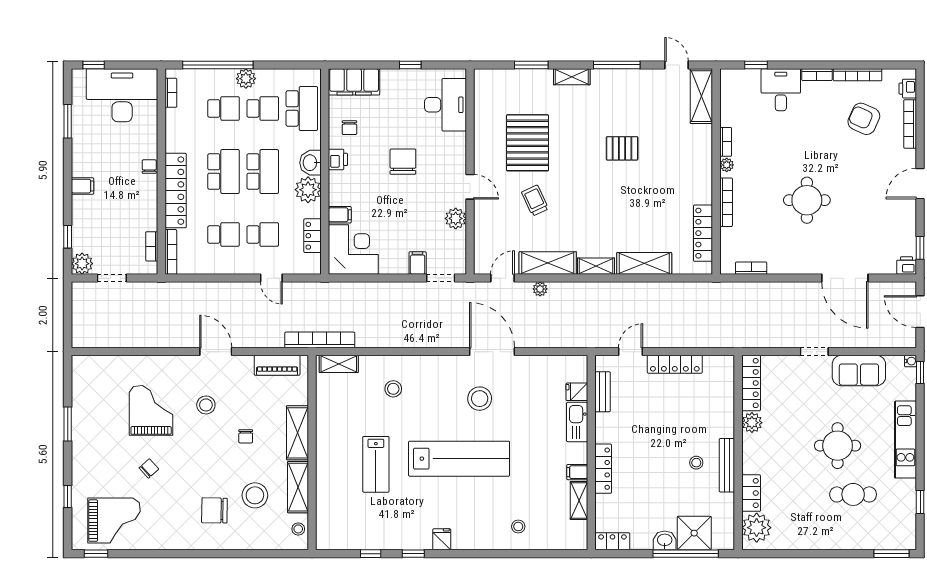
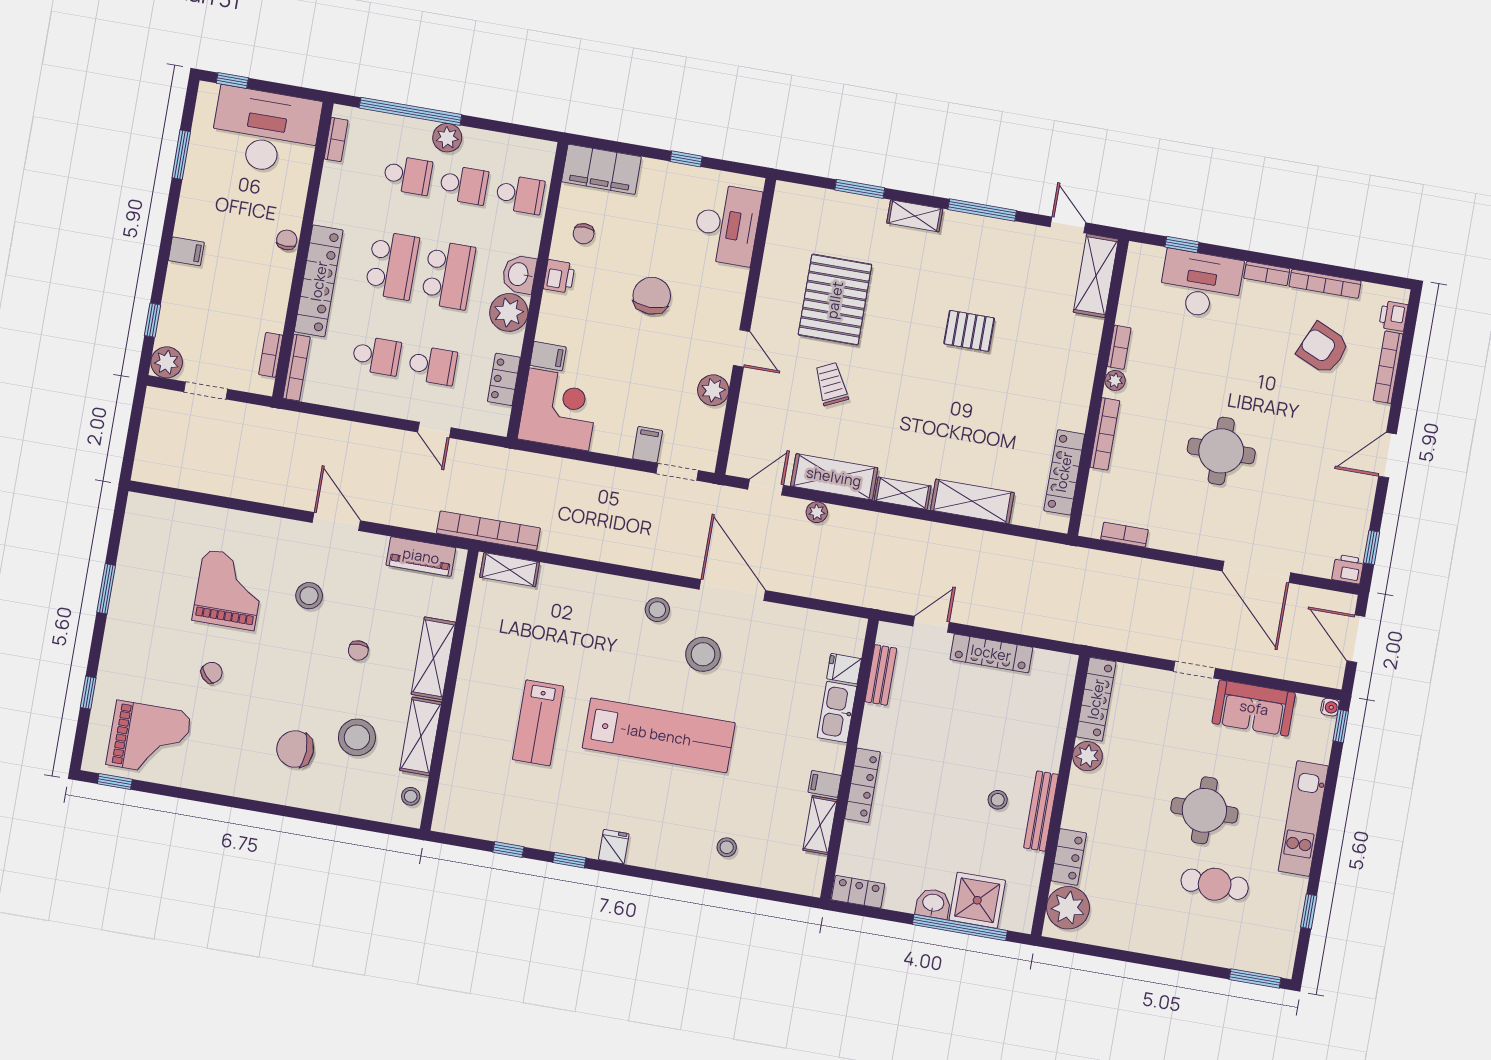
desk: (781, 90) -> (1201, 284), width x1.37
school desk: (302, 108) -> (520, 194), width x0.54
stool: (393, 389) -> (657, 610), moved

